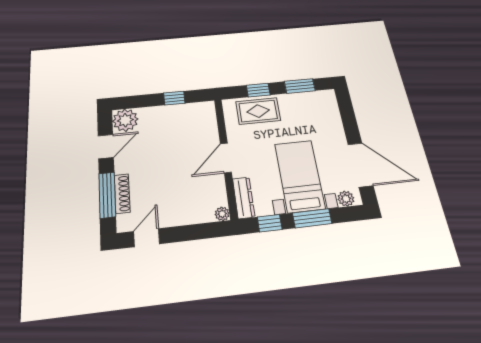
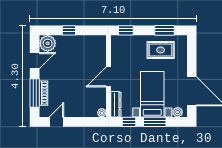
window: (258, 90) -> (126, 30), moved
window: (174, 98) -> (69, 30), moved
rug: (258, 111) -> (161, 50), moved

